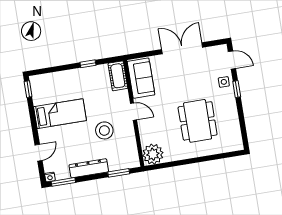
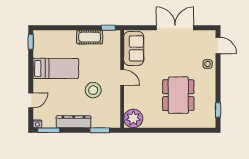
window: (88, 64) -> (108, 28), moved
cot: (118, 76) -> (90, 37), moved, turned 90
window: (237, 89) -> (218, 110), moved

